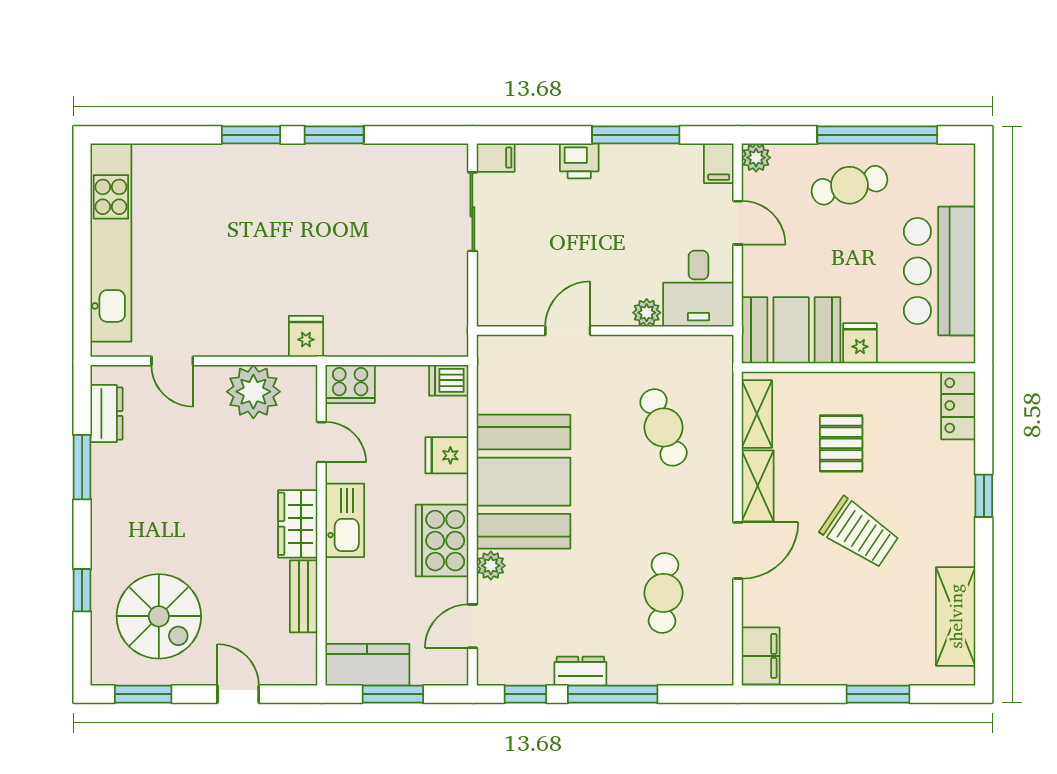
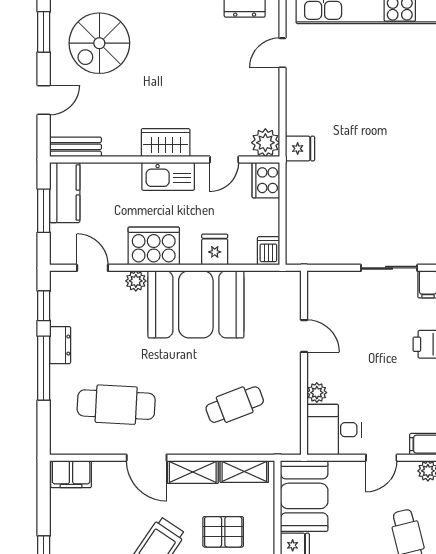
plant: (253, 392) -> (265, 143), moved, width x0.73, depth x0.73
cafe table: (664, 593) -> (116, 405), width x1.37, depth x1.35
bench: (304, 596) -> (76, 147), moved

